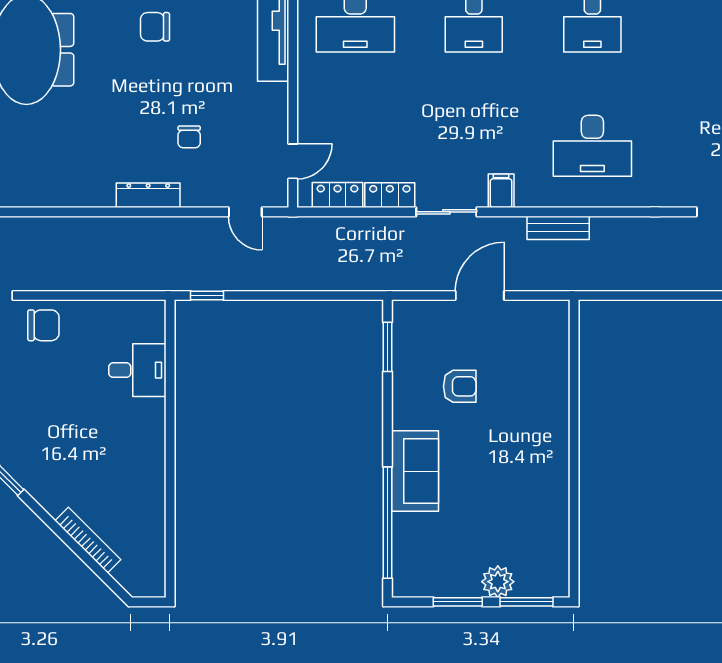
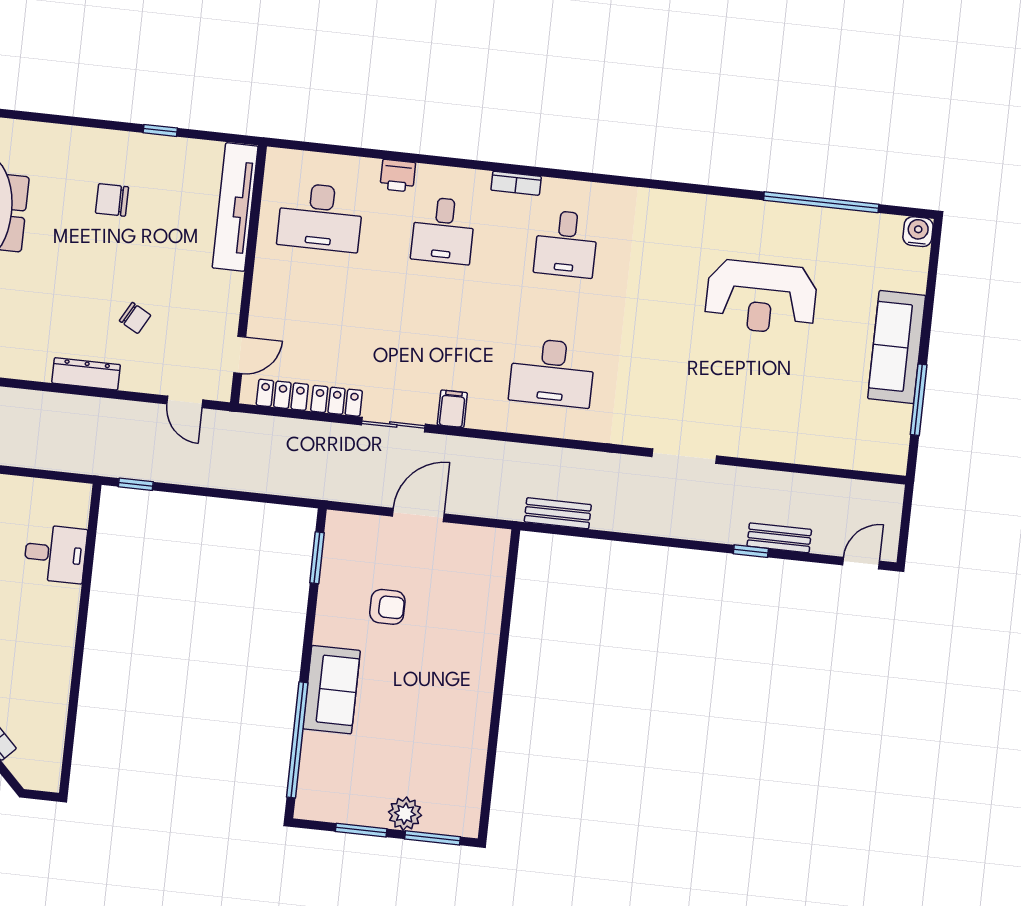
chair: (189, 137) -> (135, 318), turned -61
bench: (558, 228) -> (558, 513), moved

